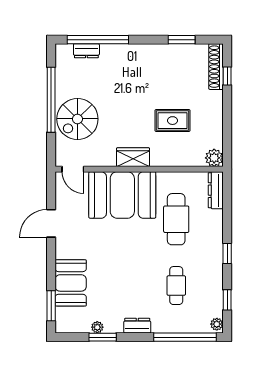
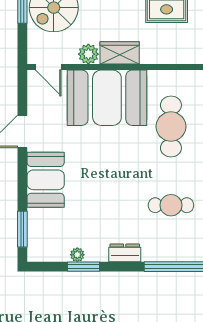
plant: (107, 158) -> (88, 54), added
booth: (71, 283) -> (46, 180), moved
cafe table: (176, 286) -> (171, 205), turned 90

